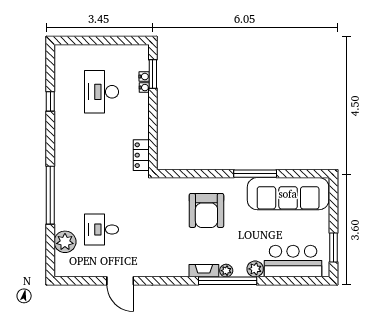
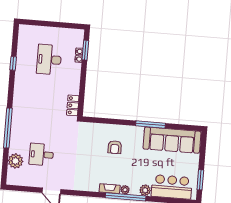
armchair: (206, 210) -> (115, 147), width x0.53, depth x0.53

